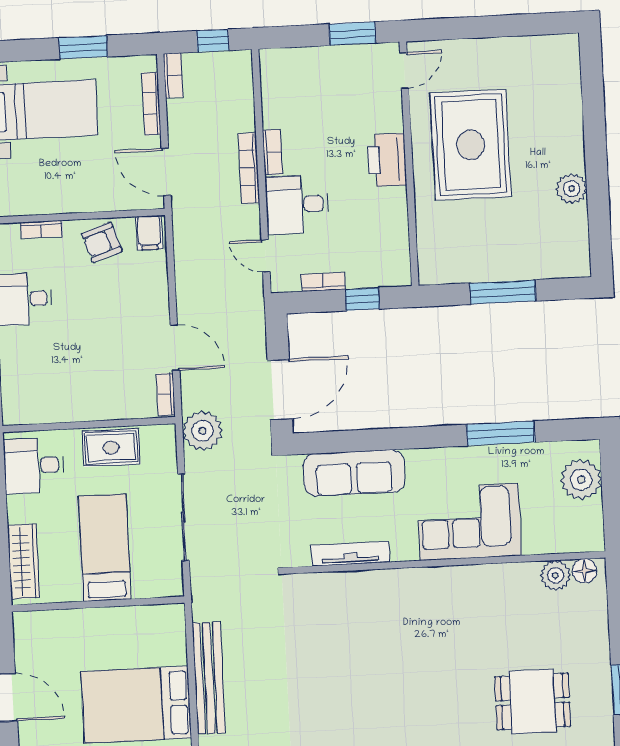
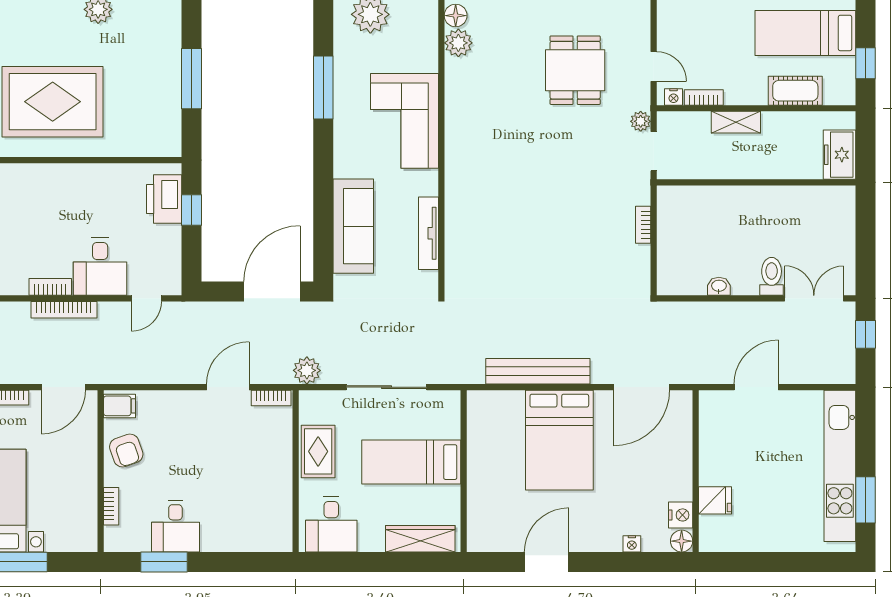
printer: (387, 160) -> (164, 199), moved, turned 90
bookcase: (323, 282) -> (174, 246), removed
door: (280, 390) -> (272, 291), hinge flipped
plant: (202, 431) -> (307, 370), width x0.73, depth x0.73

